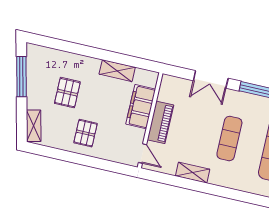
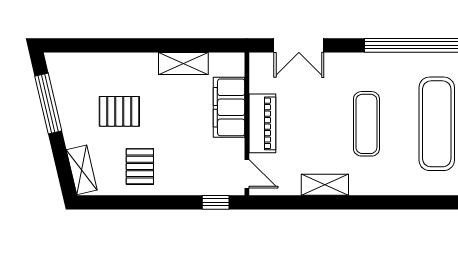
double door: (211, 79) -> (299, 45), moved
pallet: (67, 93) -> (119, 111), turned 90
pallet: (86, 133) -> (140, 166), moved
window: (117, 168) -> (216, 202), added

